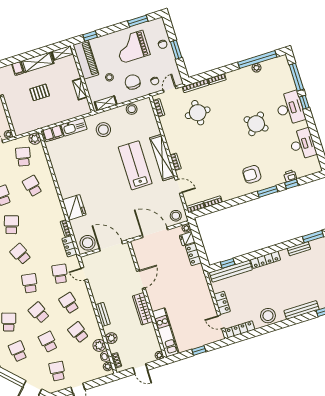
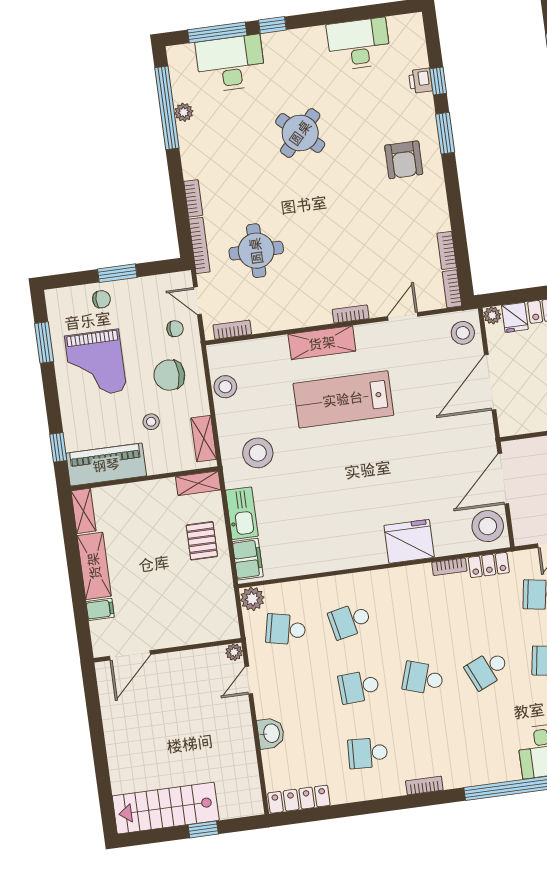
shelving: (80, 89) -> (198, 483), moved
pallet: (40, 92) -> (202, 541), moved
desk: (290, 108) -> (231, 64), moved
shelving: (162, 158) -> (322, 343), width x0.68

